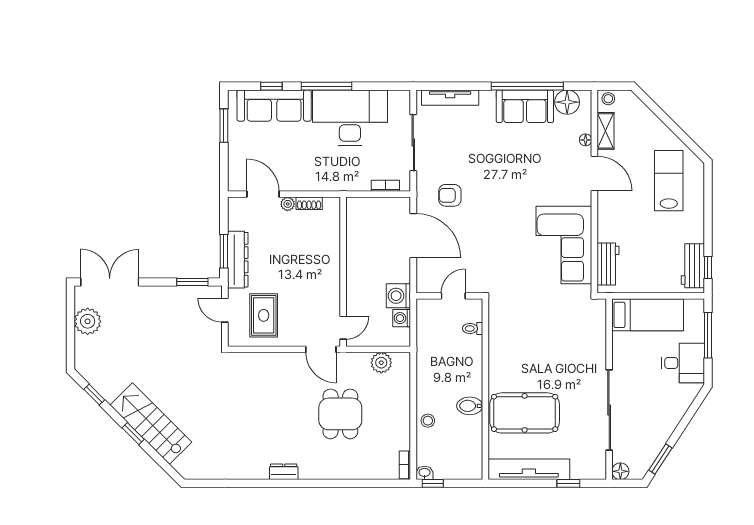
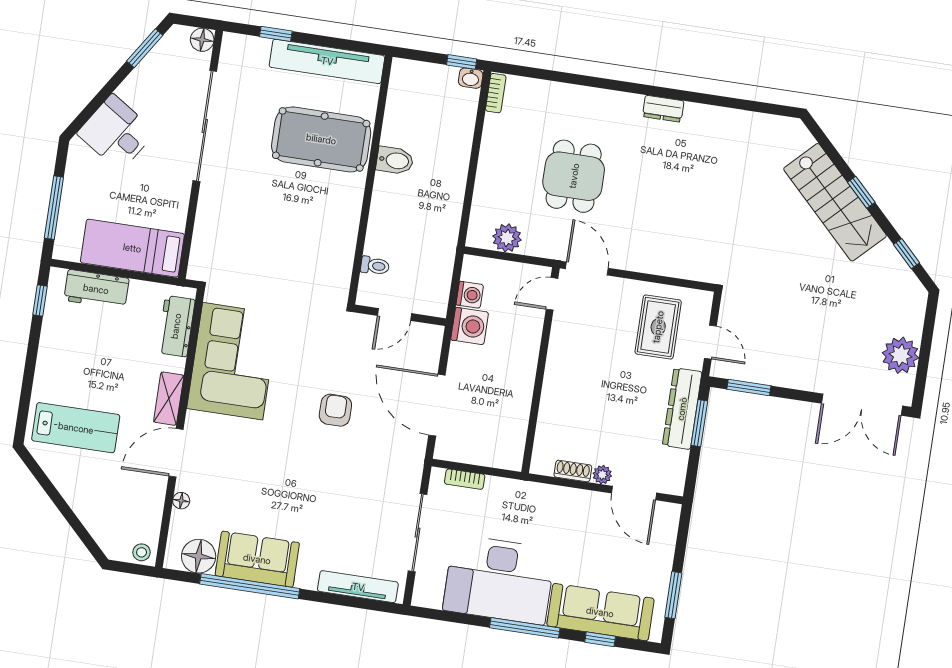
shelving: (605, 131) -> (169, 399), moved
door: (594, 174) -> (176, 453), hinge flipped
lab bench: (669, 181) -> (76, 428), turned -90
armchair: (450, 195) -> (335, 410), moved, turned -90
workbench: (693, 266) -> (96, 289), moved, turned 90
desk: (683, 363) -> (116, 133), moved, turned 33
stool: (428, 421) -> (455, 149), removed

